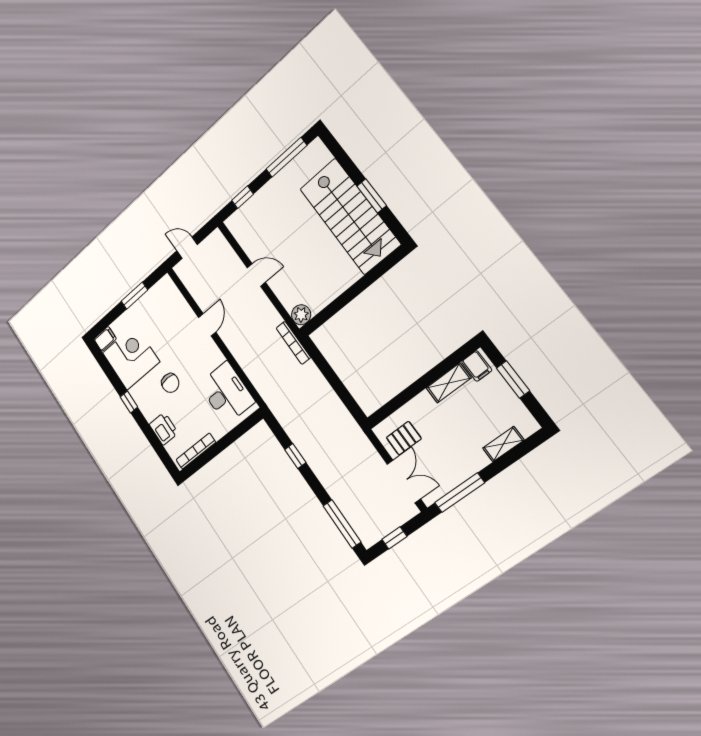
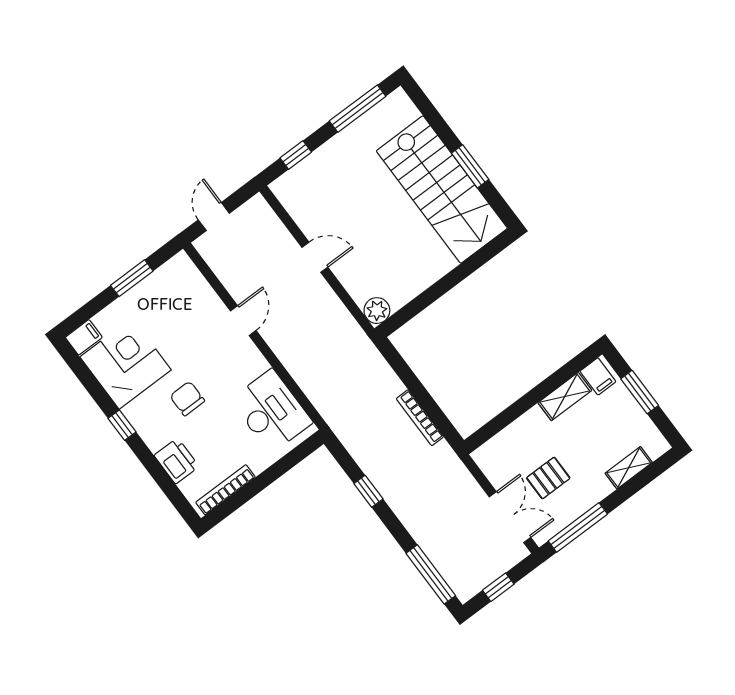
door: (187, 248) -> (214, 217), hinge flipped
bookcase: (293, 343) -> (420, 418), moved
chair: (170, 383) -> (187, 398), turned 180
pallet: (404, 438) -> (548, 478), moved

